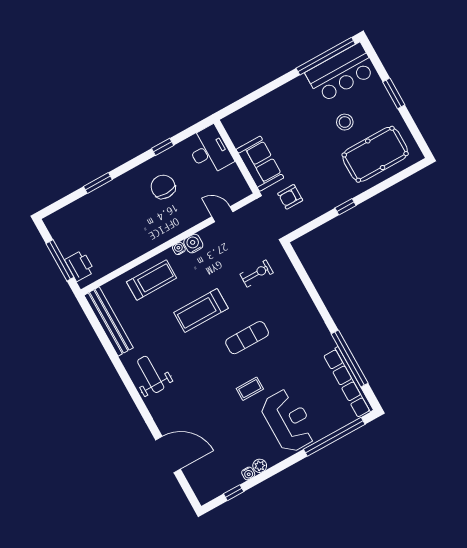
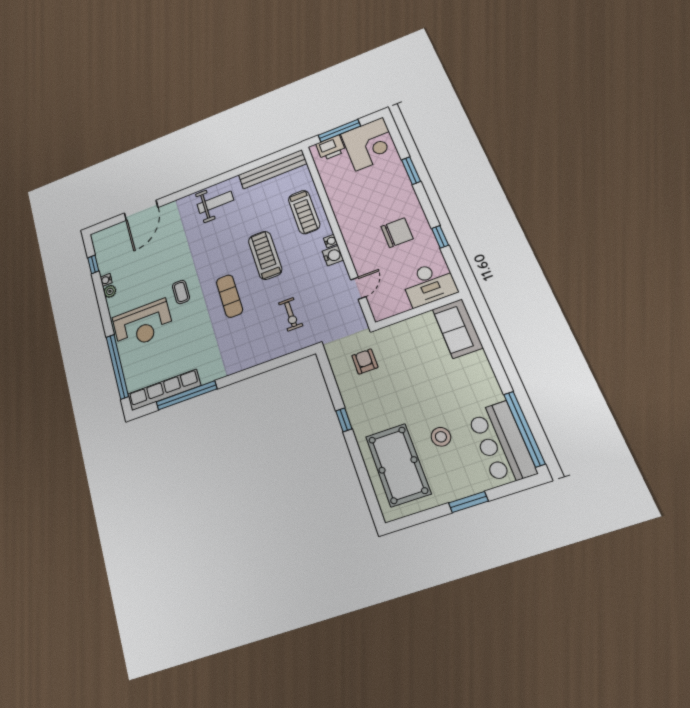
sofa: (260, 164) -> (458, 328), moved, turned 90
corner desk: (72, 228) -> (369, 144), added

